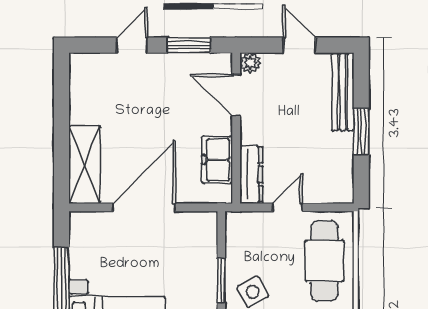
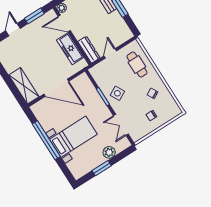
freezer: (217, 160) -> (70, 49), width x1.40
door: (144, 207) -> (56, 88), swing flipped
cafe table: (324, 261) -> (137, 65), width x0.73, depth x0.74

